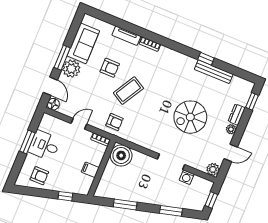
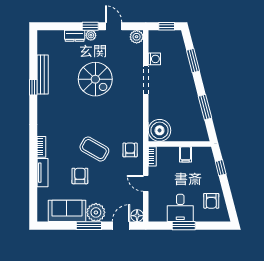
window: (252, 101) -> (90, 26), moved
armchair: (39, 176) -> (211, 201), turned 180

